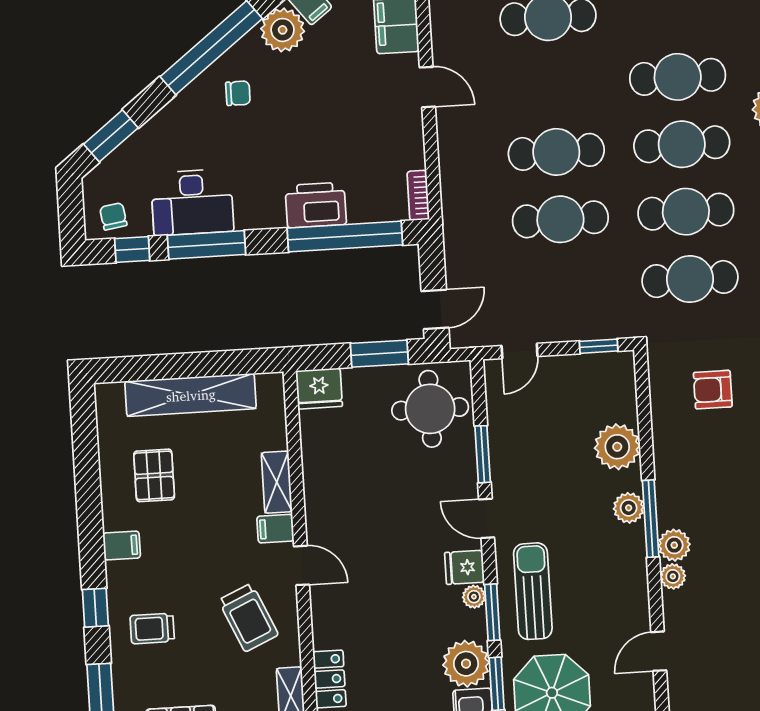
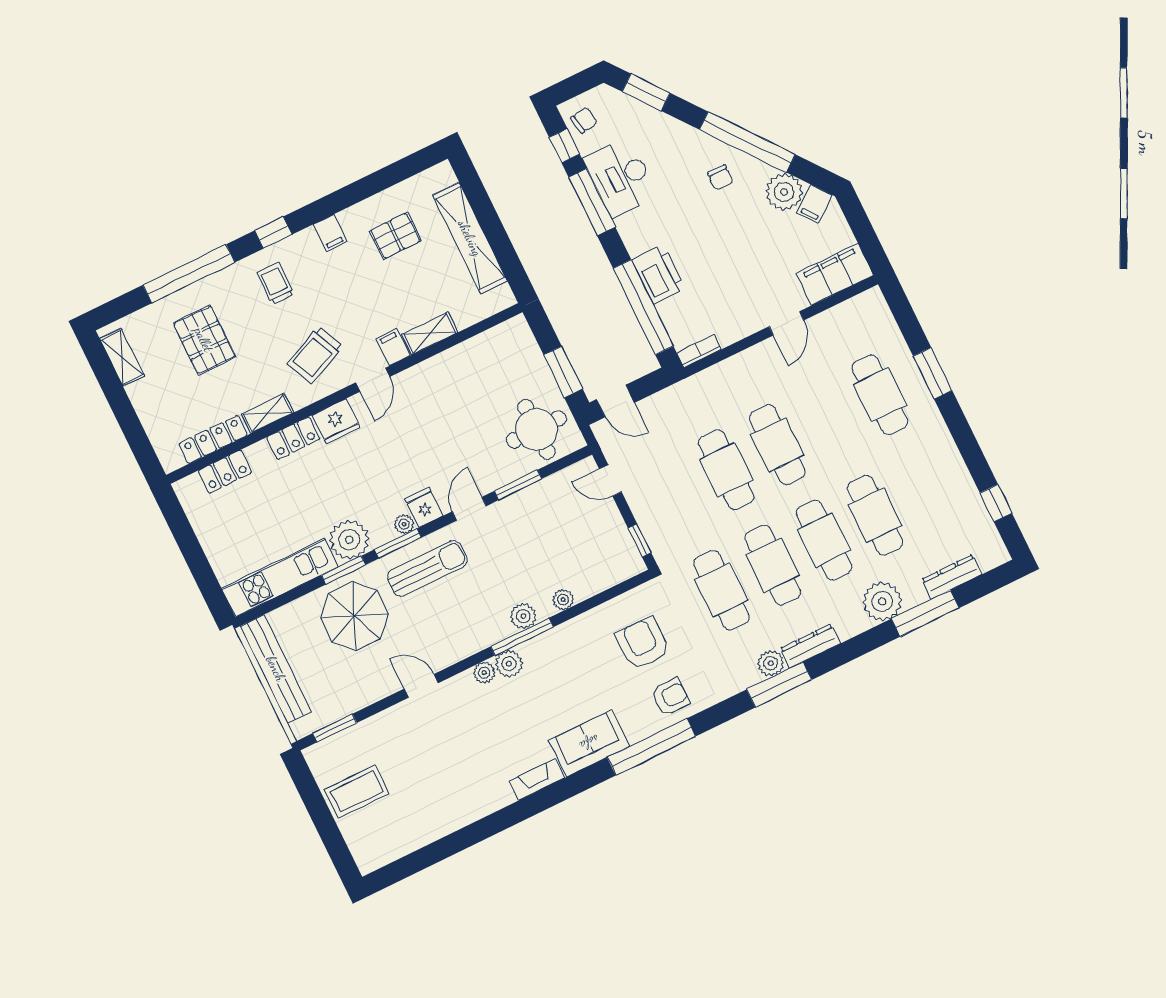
fridge: (319, 389) -> (336, 421), moved, turned -90
armchair: (713, 390) -> (643, 644), width x1.38, depth x1.38
plant: (617, 447) -> (563, 600), width x0.53, depth x0.53

